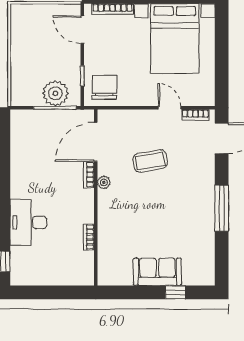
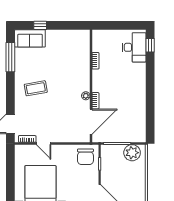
plant: (55, 93) -> (132, 153), moved
coffee table: (150, 161) -> (36, 88), moved
window: (222, 208) -> (10, 57), moved
desk: (28, 223) -> (134, 47), moved
sofa: (157, 272) -> (30, 38), moved

